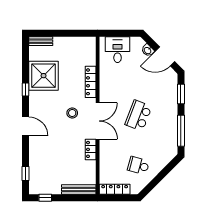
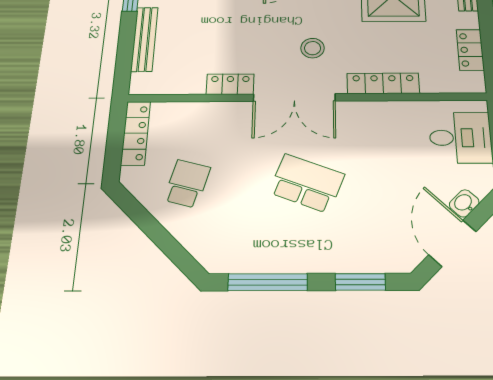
locker: (74, 42) -> (470, 50), added
bench: (79, 189) -> (144, 39), moved

